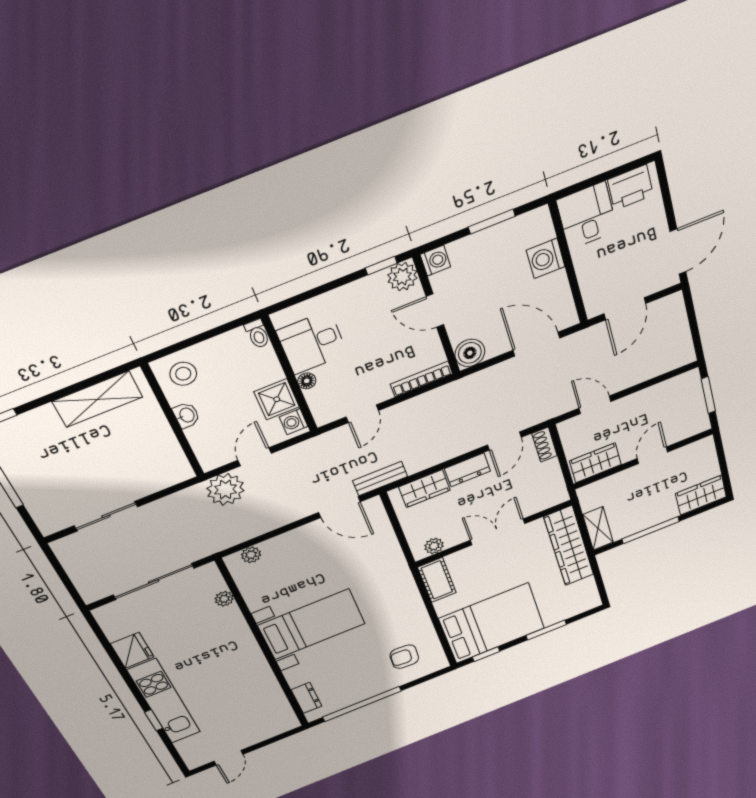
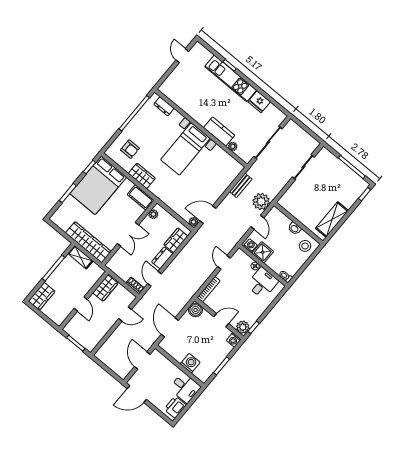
door: (678, 252) -> (137, 394), hinge flipped
door: (536, 344) -> (170, 327), swing flipped
bench: (380, 479) -> (241, 185), moved
plant: (251, 555) -> (193, 222), moved
wardrobe: (413, 611) -> (142, 176), added
kitchen counter: (235, 630) -> (219, 131), added
armchair: (404, 657) -> (130, 149), turned 86

